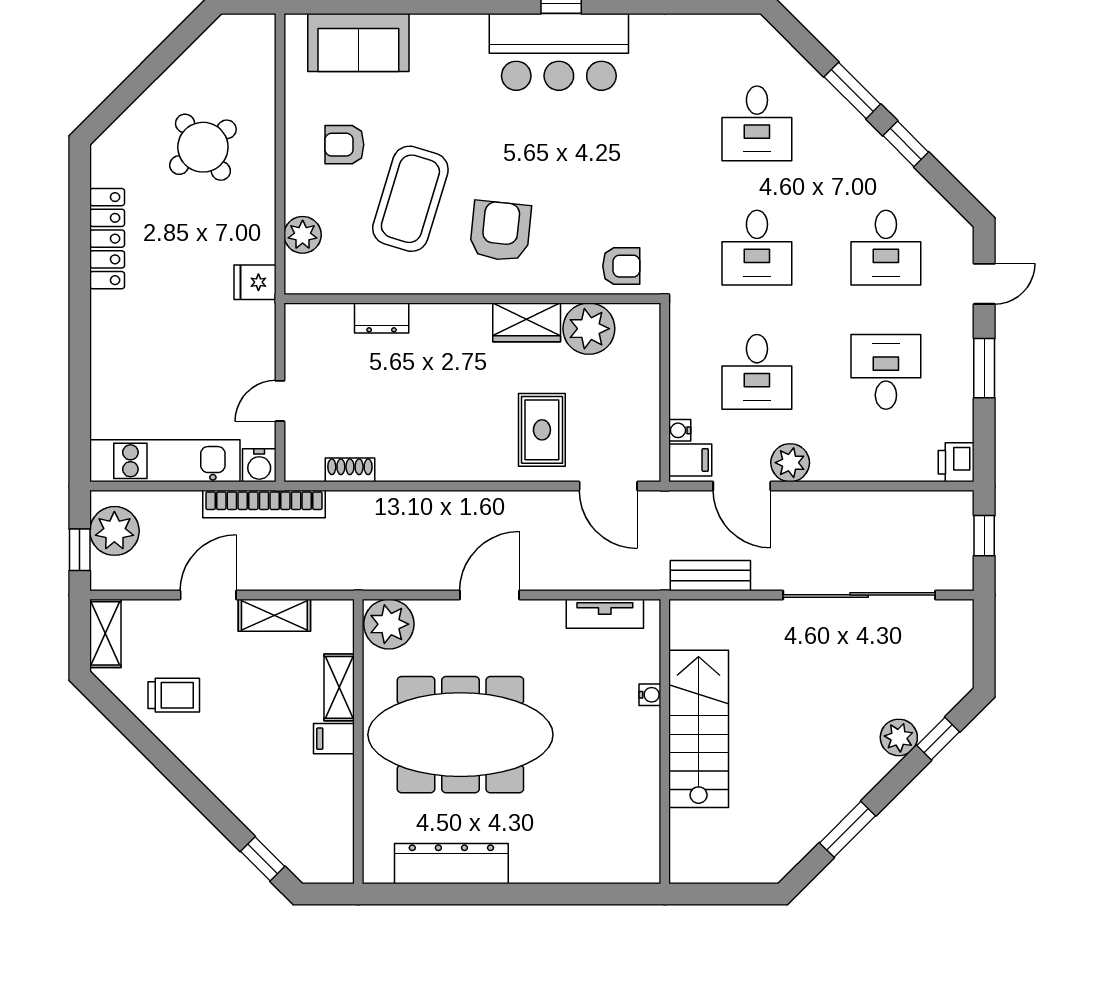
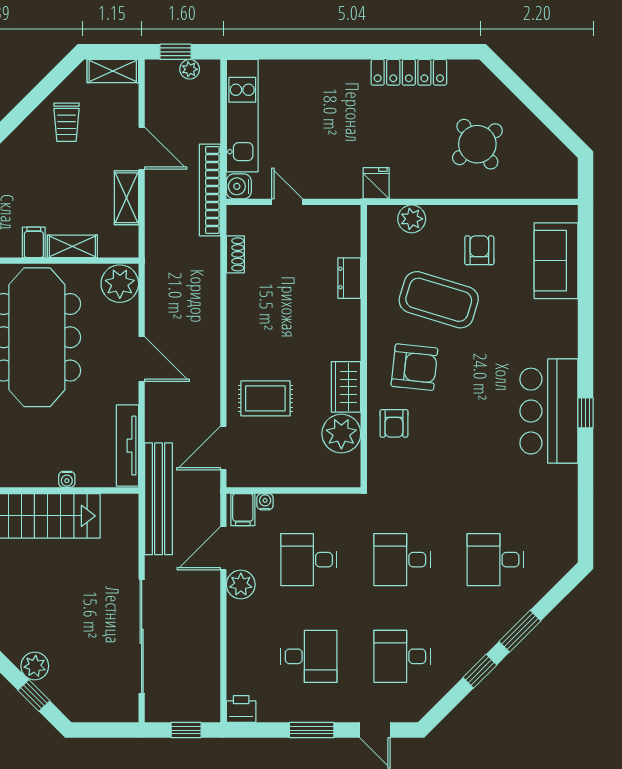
armchair: (621, 266) -> (394, 423), moved
plant: (114, 531) -> (190, 69), width x0.53, depth x0.53
bench: (710, 576) -> (159, 499), width x1.86, depth x1.21
tv unit: (605, 614) -> (128, 446), width x1.41

